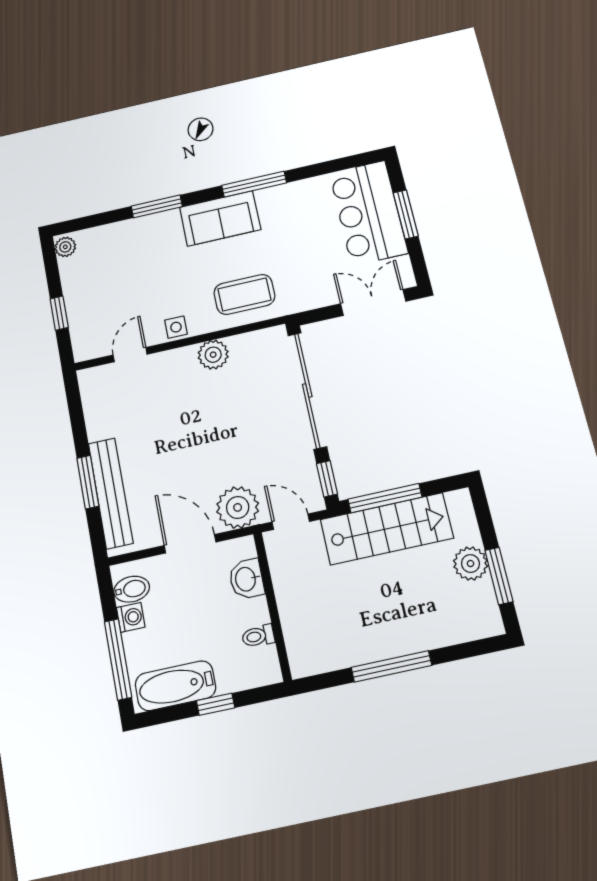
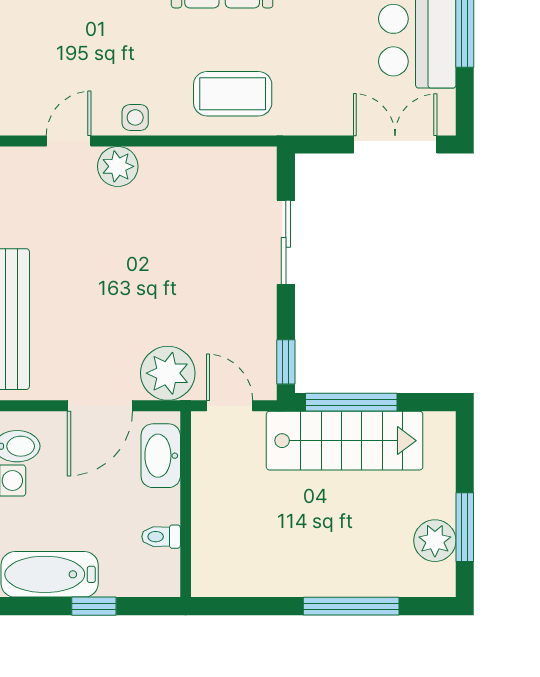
plant: (213, 355) -> (118, 166), moved
sliding door: (307, 390) -> (286, 242), width x0.54
door: (190, 544) -> (100, 406), swing flipped
plant: (470, 564) -> (435, 541), moved
washbasin: (246, 579) -> (161, 456), width x1.38
window: (391, 666) -> (351, 606), moved

